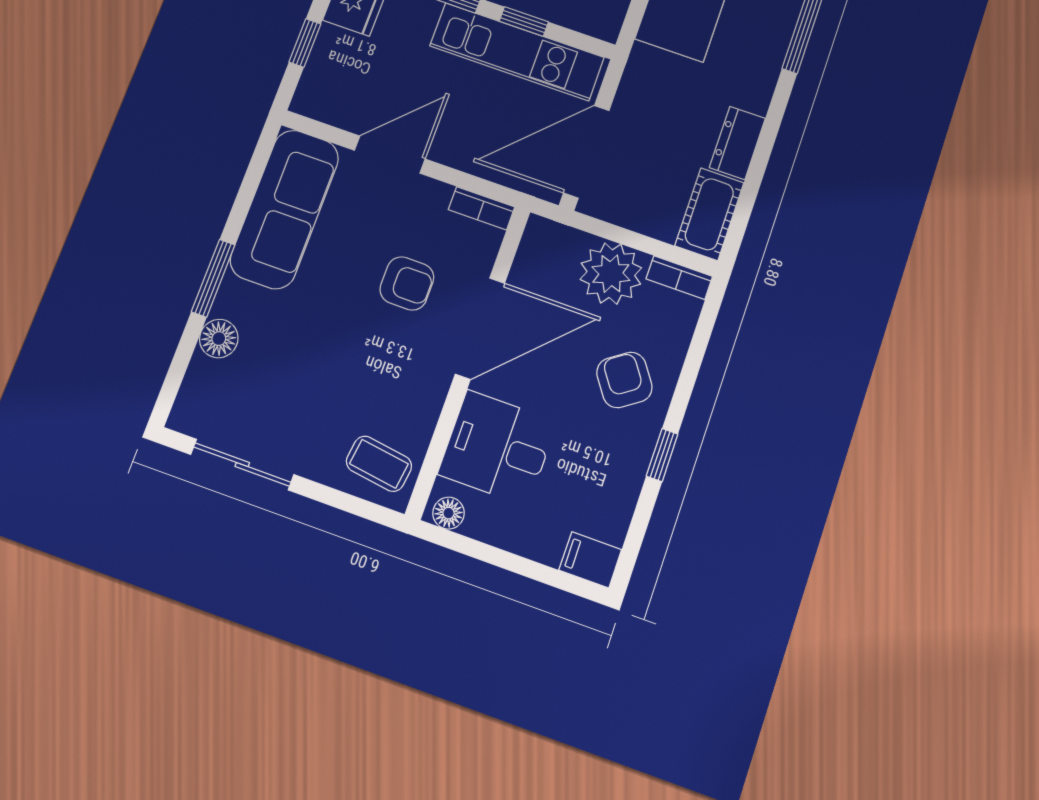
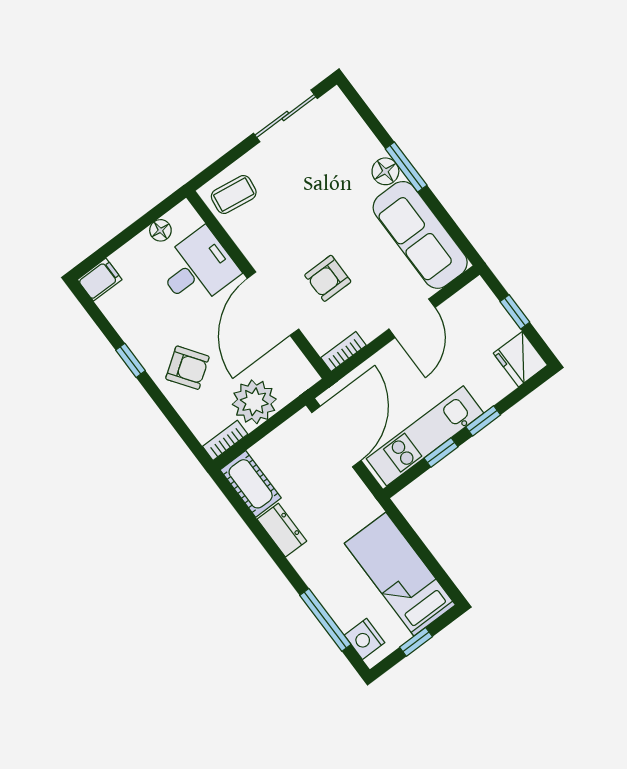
floor lamp: (219, 339) -> (385, 171), moved
floor lamp: (449, 513) -> (160, 230), moved

